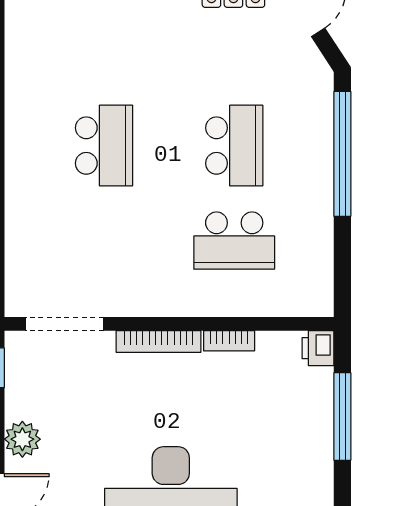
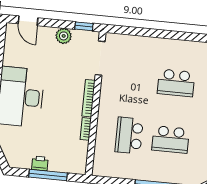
printer: (318, 348) -> (40, 164), moved
plant: (22, 439) -> (64, 36), moved

